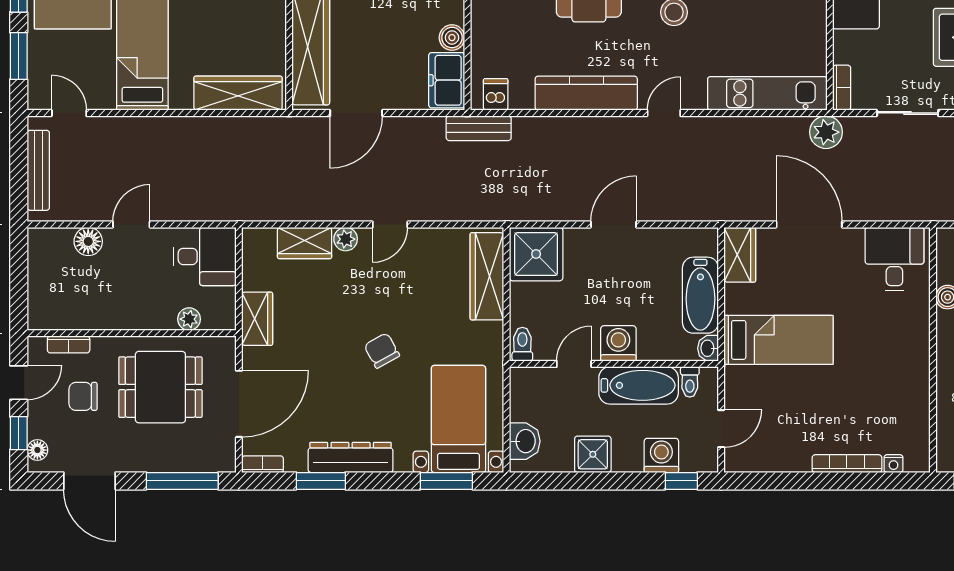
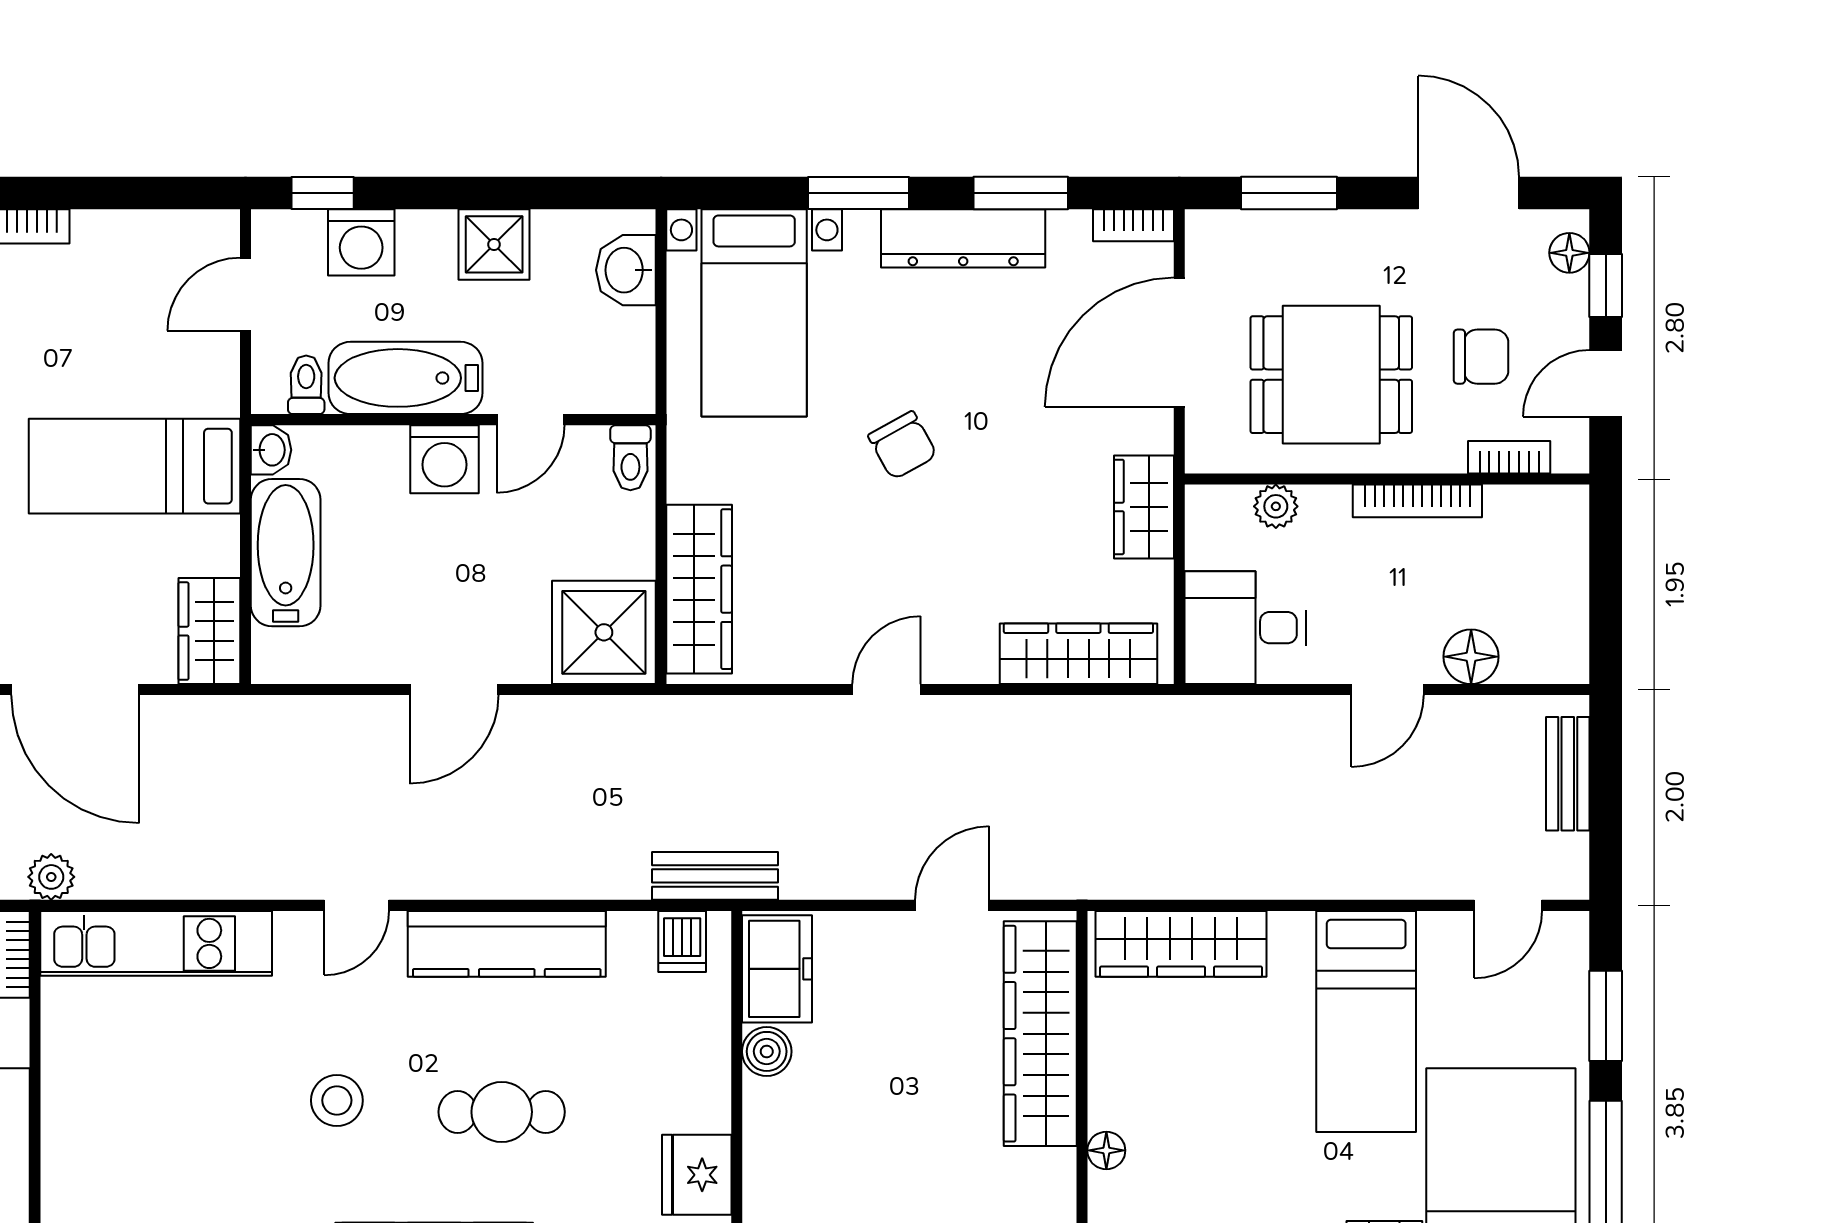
door: (69, 113) -> (1508, 905), hinge flipped
door: (356, 113) -> (952, 905), width x0.73
plant: (826, 132) -> (51, 877), width x0.73, depth x0.73
bench: (38, 170) -> (1568, 774), width x0.73
plant: (346, 239) -> (973, 661), removed
wardrobe: (305, 243) -> (1078, 654), width x1.50
bookcase: (116, 322) -> (1417, 501), added
window: (182, 481) -> (1289, 193), width x0.69
window: (446, 481) -> (858, 193), moved

